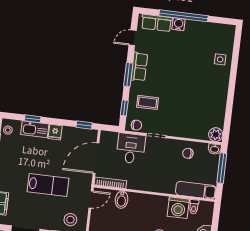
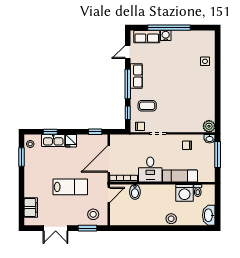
window: (128, 75) -> (128, 84), width x1.44
desk: (131, 148) -> (150, 170), moved, turned 180
exam couch: (196, 190) -> (180, 176), moved

